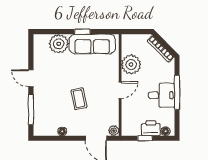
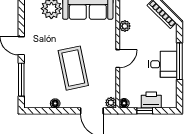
plant: (131, 64) -> (125, 26), width x0.53, depth x0.53
coffee table: (79, 99) -> (73, 68), width x1.86, depth x1.72
floor lamp: (166, 131) -> (124, 103), moved

